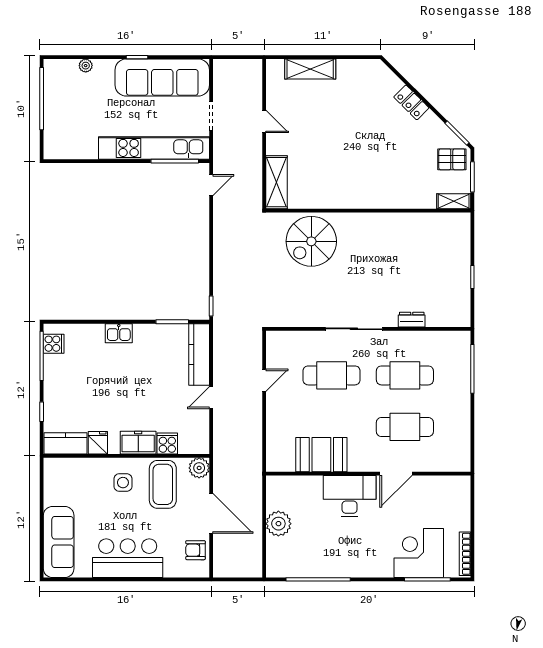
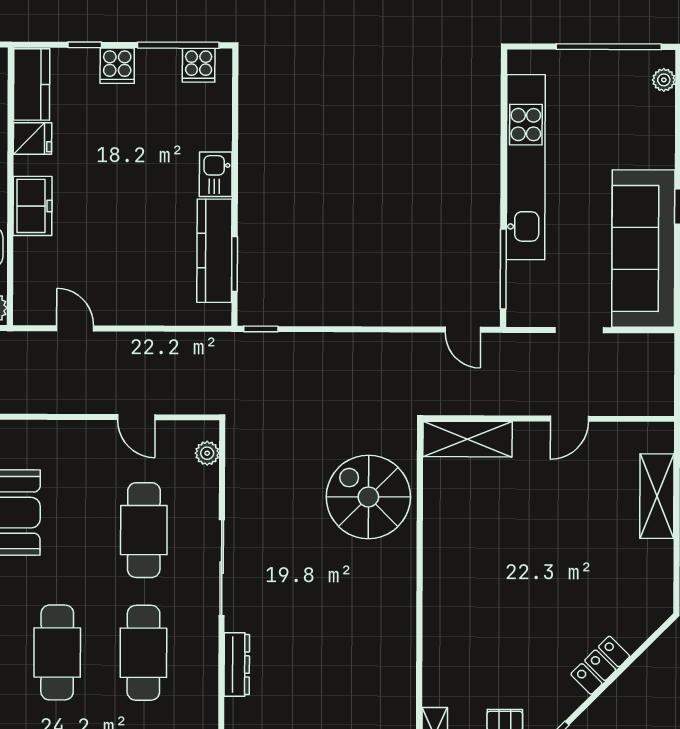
plant: (86, 66) -> (664, 80), moved
kitchen unit: (154, 148) -> (526, 167), moved
dresser: (412, 320) -> (237, 665), width x1.44
plant: (285, 338) -> (207, 453), added
kitchen counter: (199, 354) -> (214, 251), moved, turned -90
door: (211, 398) -> (75, 328), moved
cooker: (167, 443) -> (117, 66), moved, turned 90

